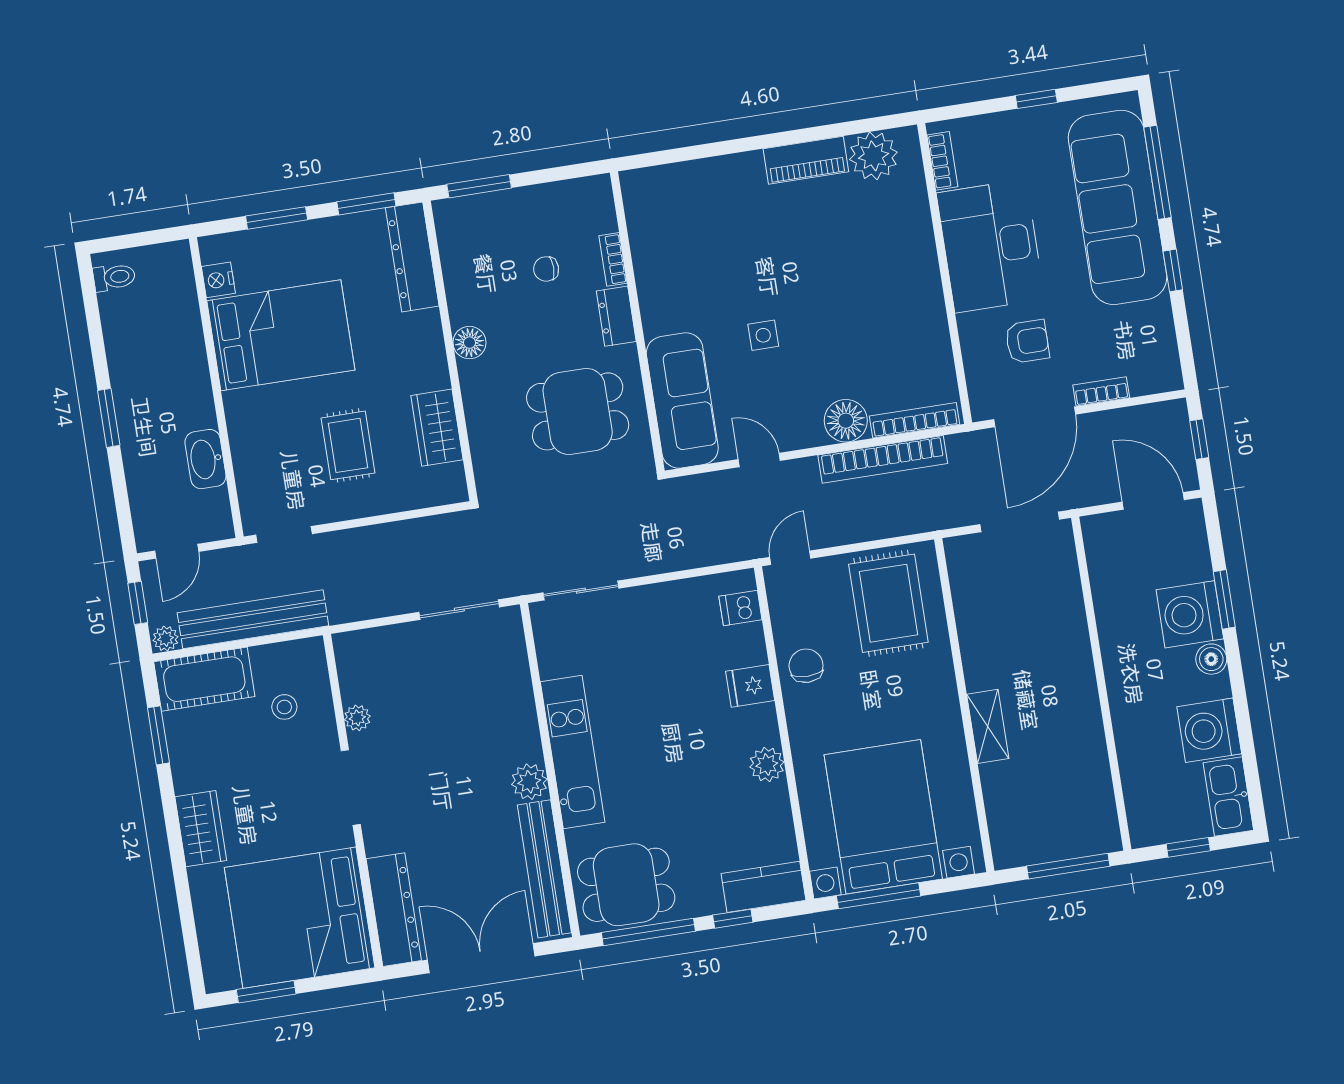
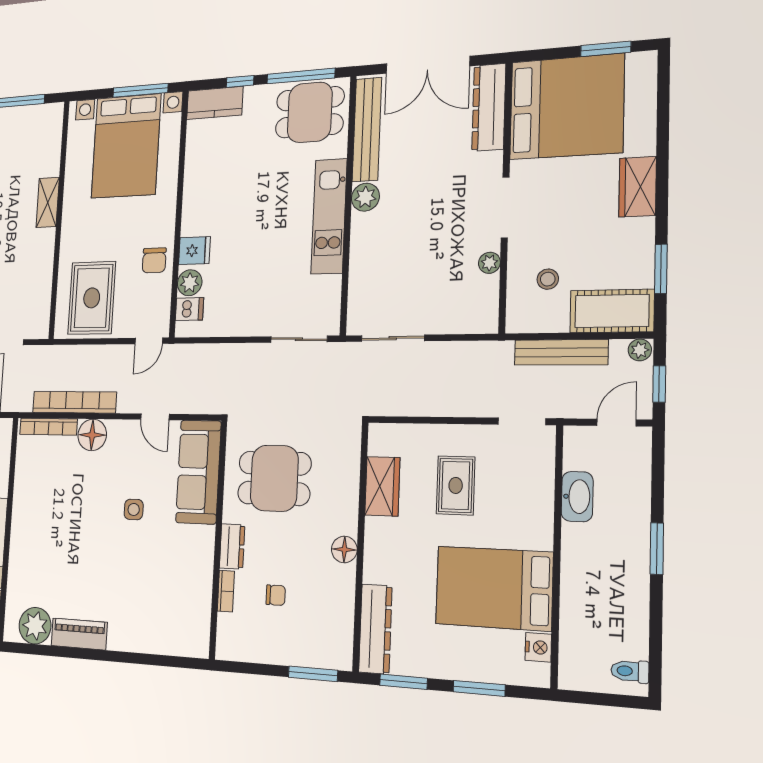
bench: (253, 619) -> (561, 352), width x0.73, depth x0.82
plant: (767, 765) -> (190, 283), moved

